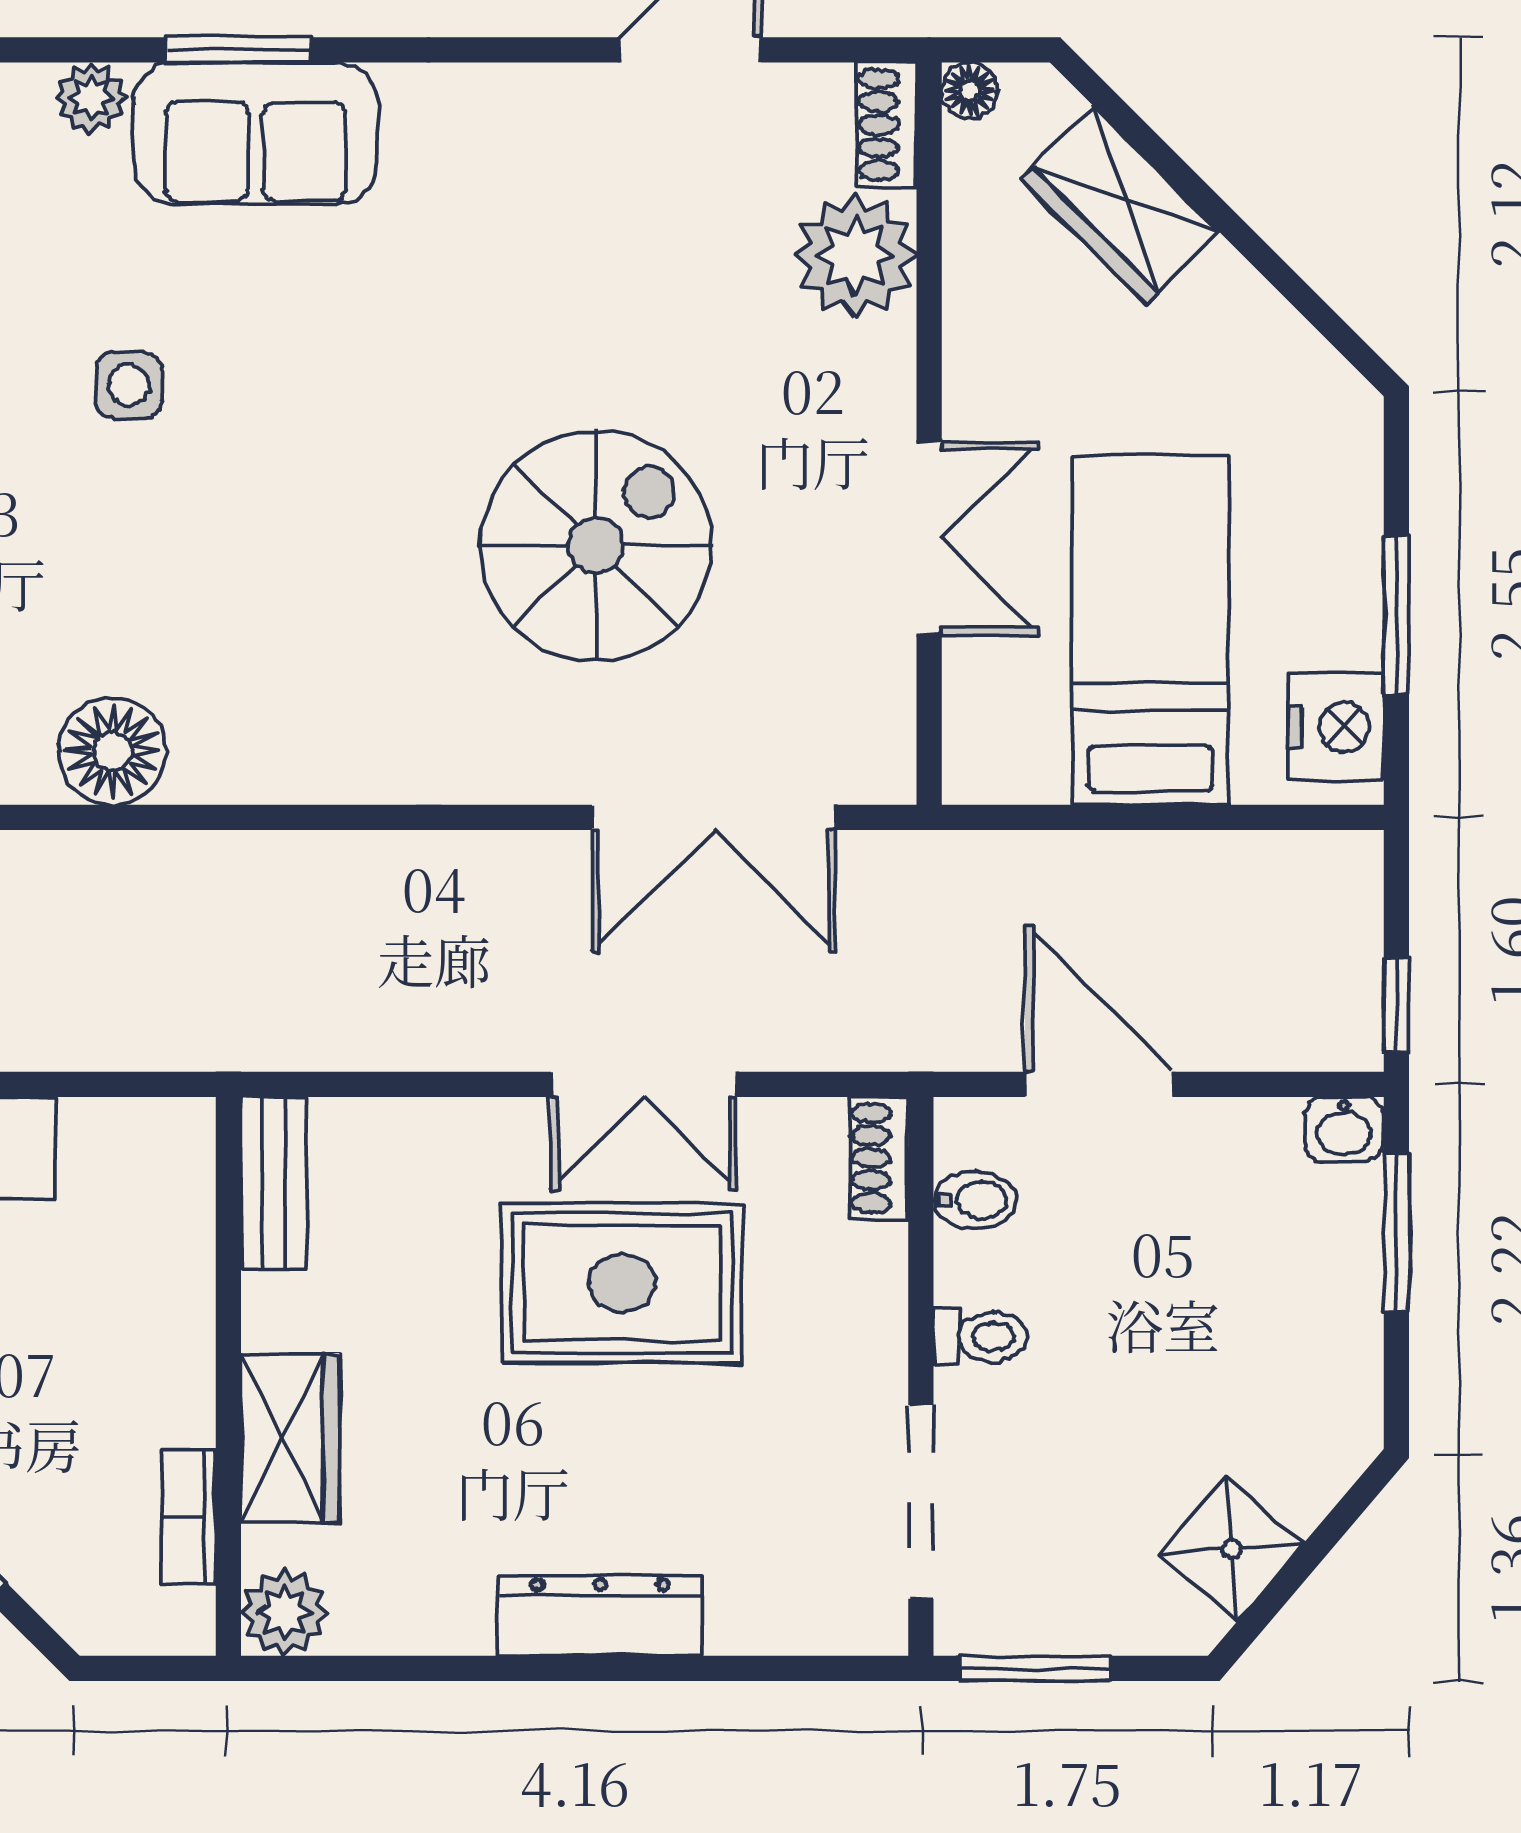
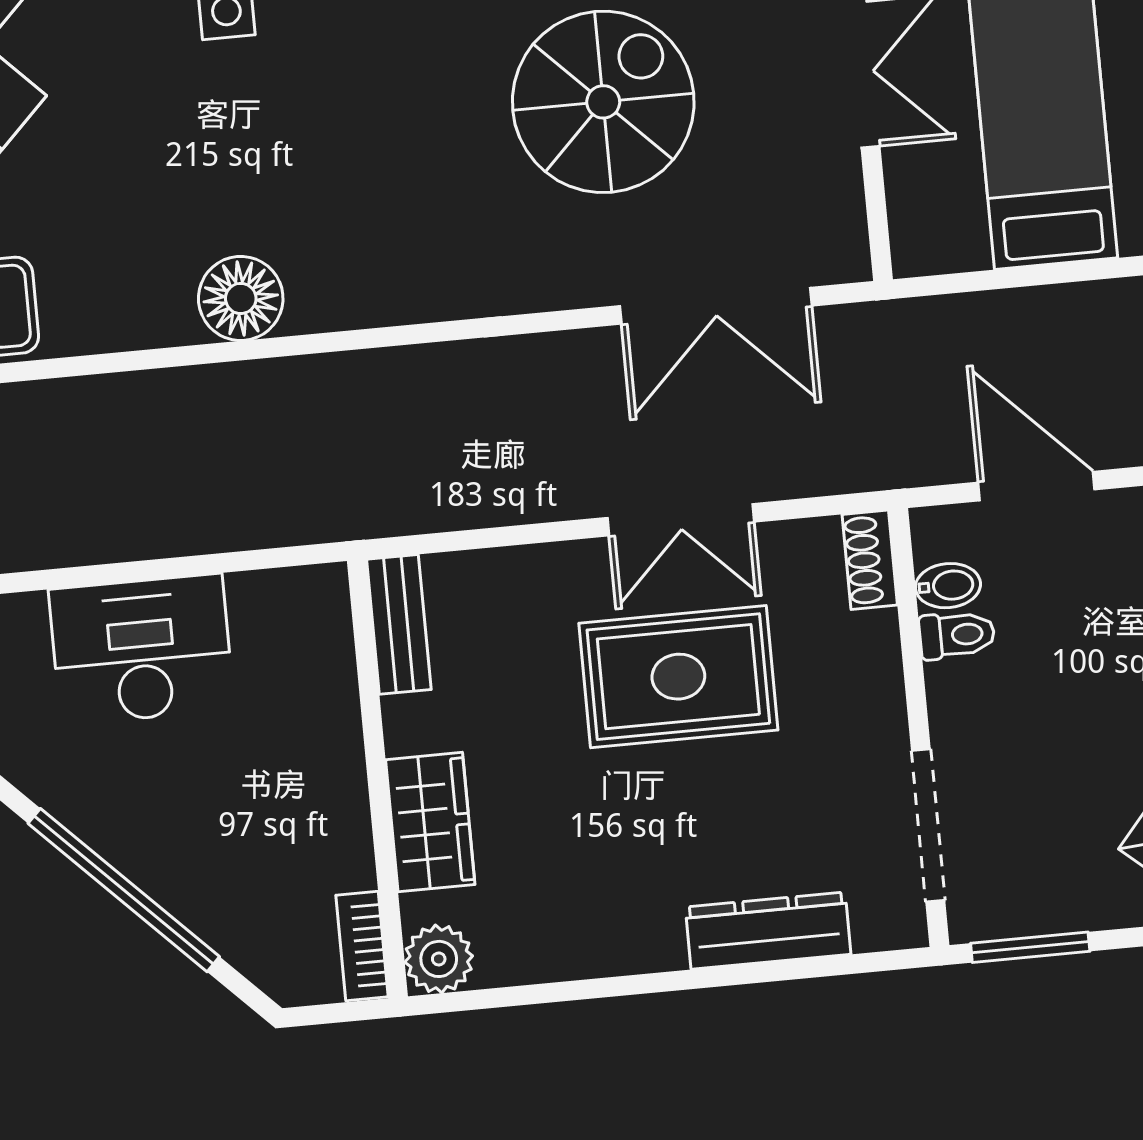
toilet: (980, 1337) -> (957, 635), moved
bookcase: (189, 1517) -> (362, 946), moved
dresser: (600, 1616) -> (768, 931), moved

